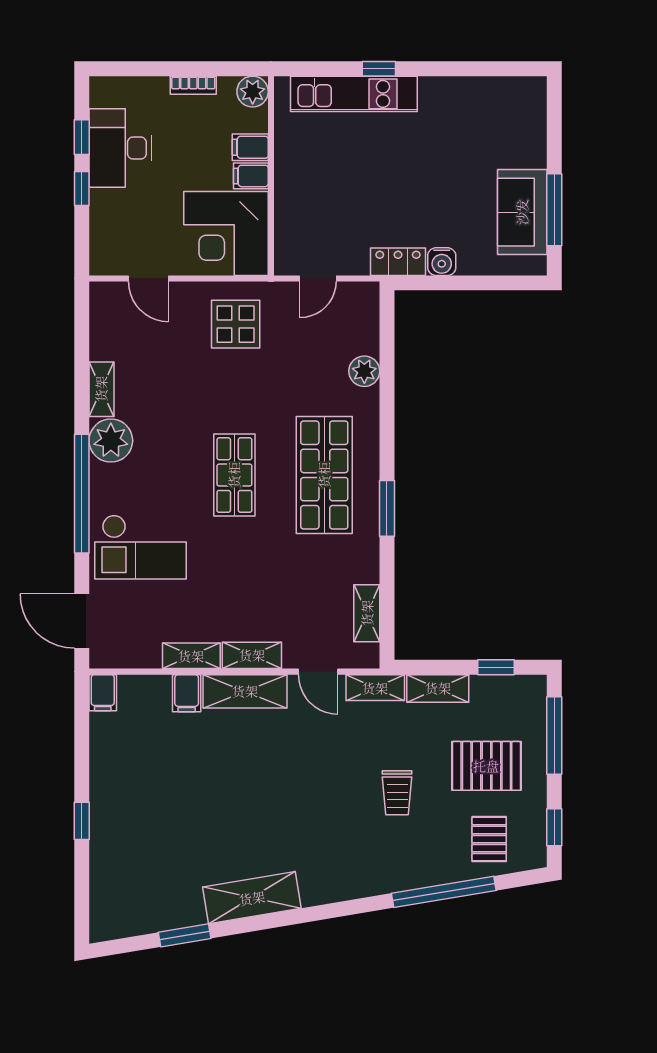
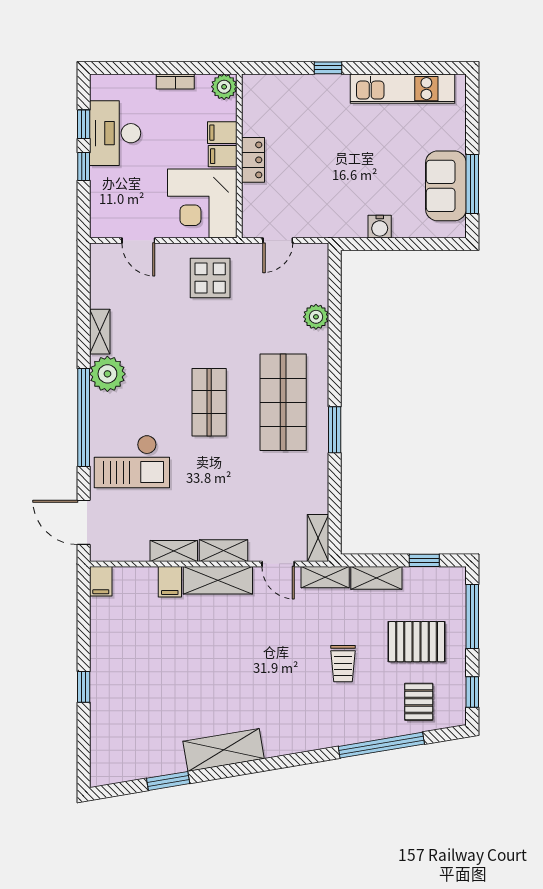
kitchen unit: (354, 94) -> (403, 89), moved
locker: (398, 262) -> (253, 160), moved, turned 90
shelving: (367, 613) -> (318, 538), moved

